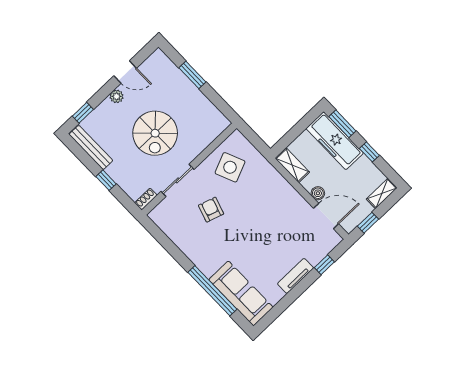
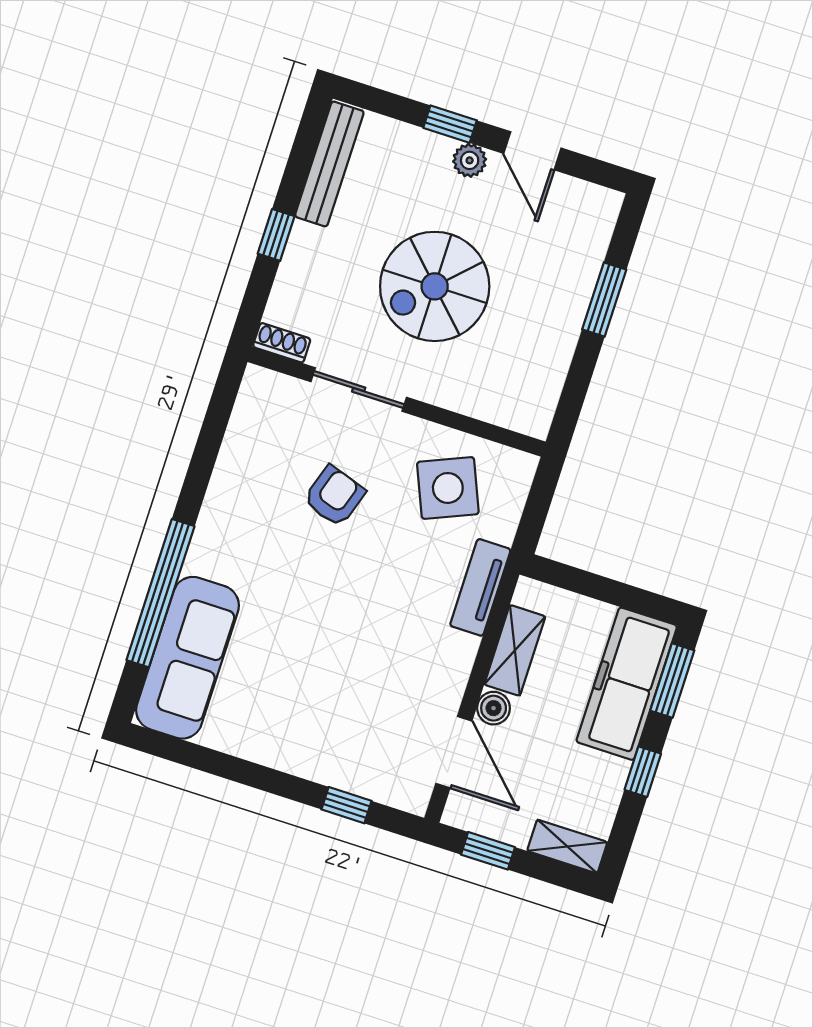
window: (83, 113) -> (450, 124), moved
shelving: (292, 165) -> (515, 650), moved
tv unit: (296, 276) -> (480, 587), moved, turned -90

